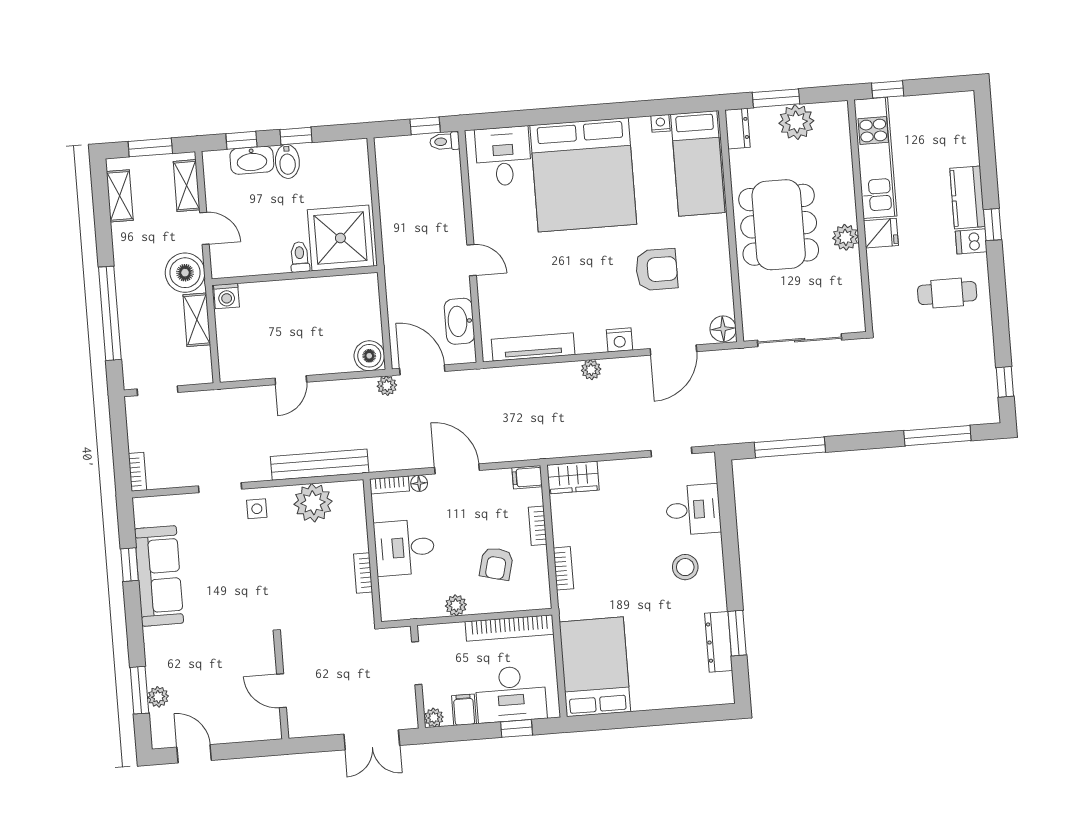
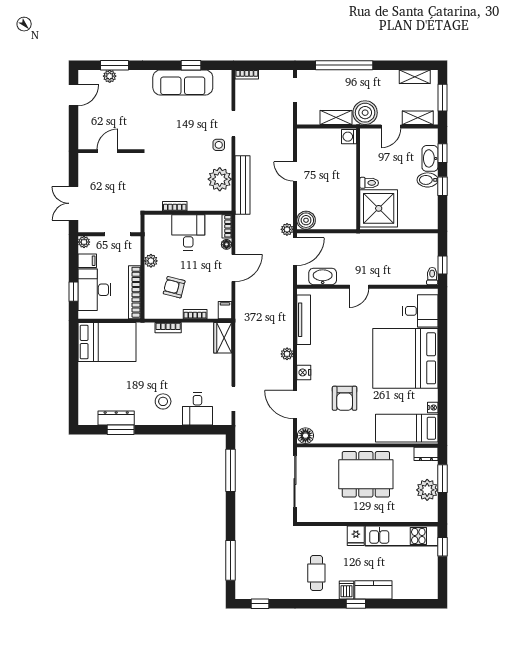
plant: (845, 237) -> (355, 514), removed

